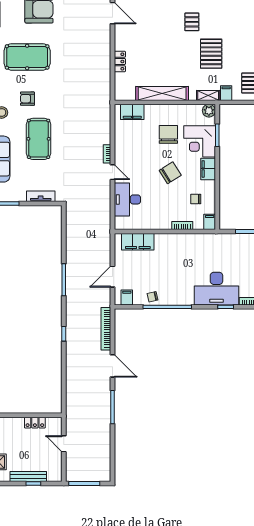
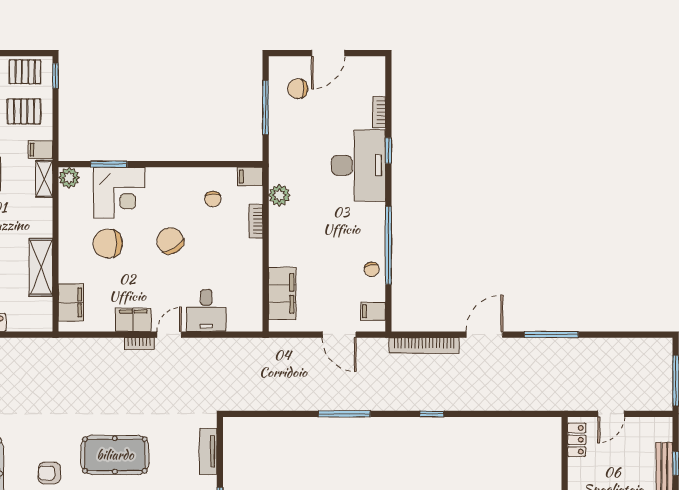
shelving: (162, 93) -> (41, 267), width x0.68
armchair: (27, 99) -> (49, 473), turned 90
filing cabinet: (208, 169) -> (133, 320), moved, turned 180
desk: (127, 199) -> (206, 310), width x0.73
plant: (198, 240) -> (279, 195), added
locker: (35, 423) -> (577, 440), moved

